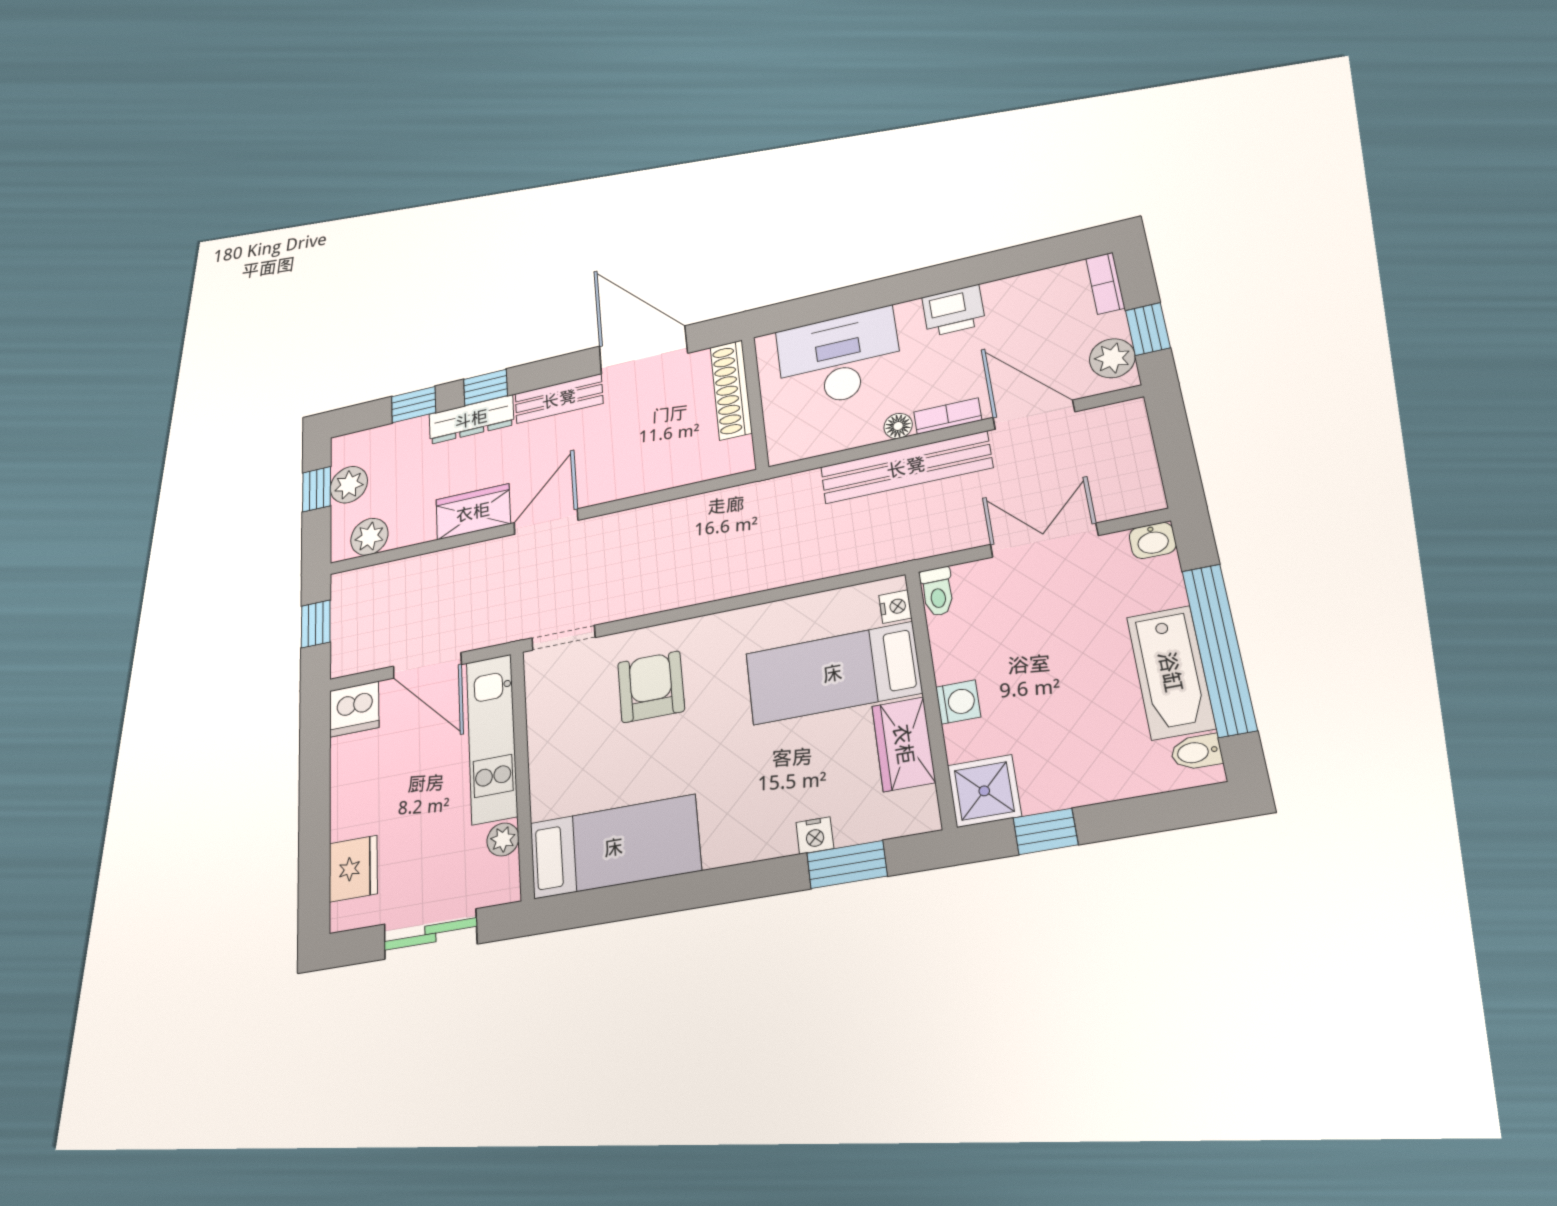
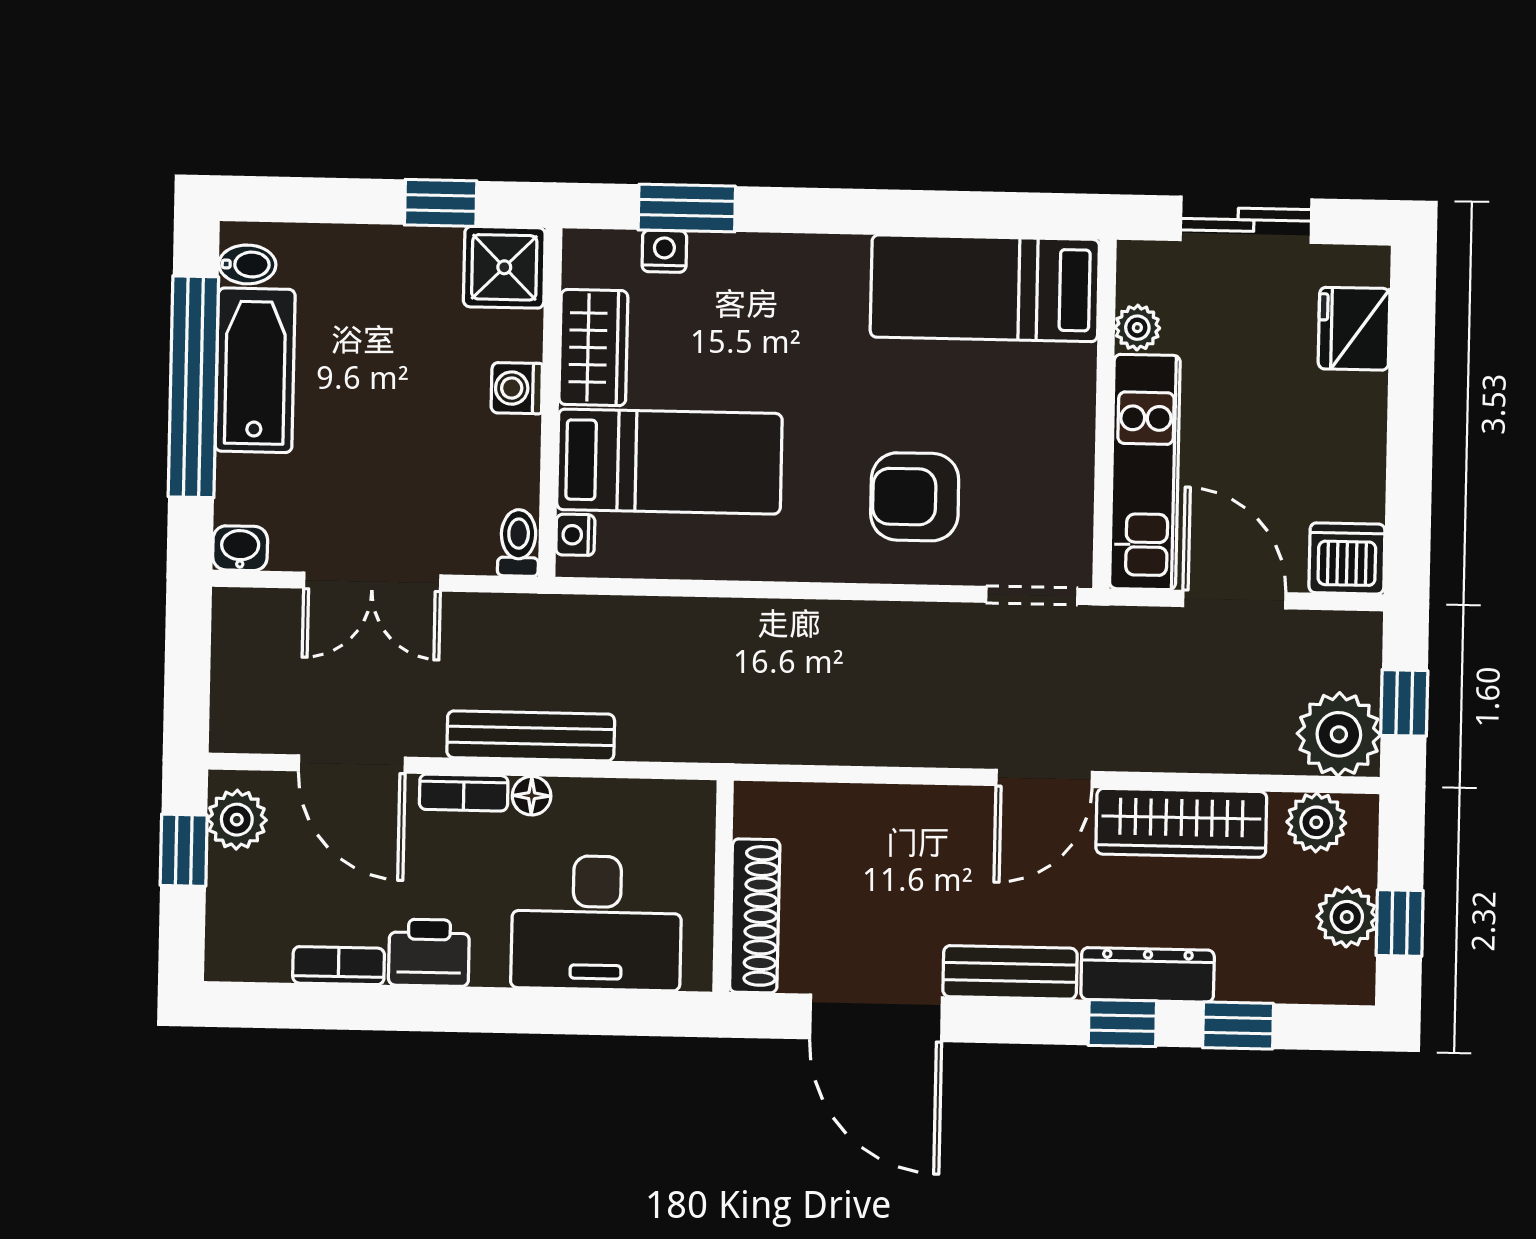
bookcase: (1105, 283) -> (339, 966), moved, turned -90
bench: (906, 467) -> (531, 736), width x0.73, depth x0.82
wardrobe: (473, 512) -> (1181, 823), width x1.50
plant: (357, 595) -> (1339, 734), added
armchair: (651, 687) -> (915, 497), turned 90
nightstand: (815, 835) -> (664, 251), moved

